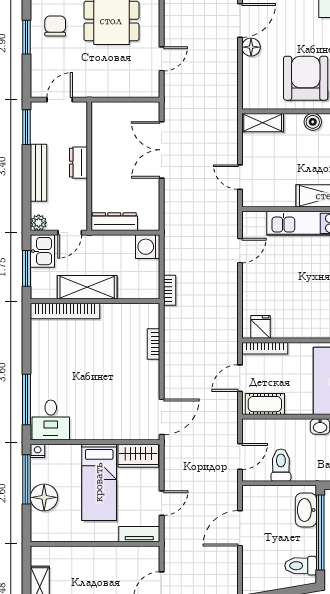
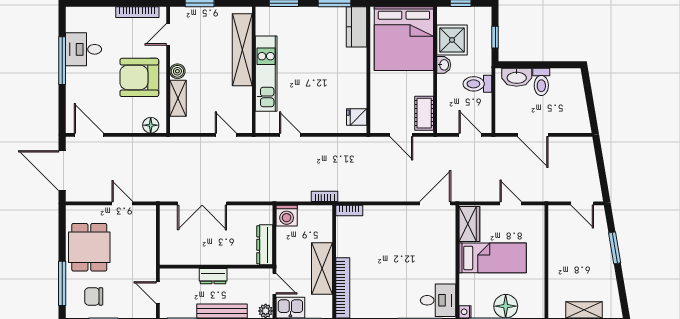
floor lamp: (251, 47) -> (151, 125), moved
shelving: (263, 123) -> (178, 98), moved
door: (240, 177) -> (226, 135), swing flipped
bookcase: (154, 344) -> (349, 210), moved
bookcase: (265, 348) -> (375, 113), removed
door: (162, 417) -> (435, 203), hinge flipped
toilet: (281, 465) -> (477, 84), moved
window: (320, 532) -> (536, 65), removed
tv unit: (139, 534) -> (538, 223), removed
toilet: (301, 566) -> (541, 82), moved

